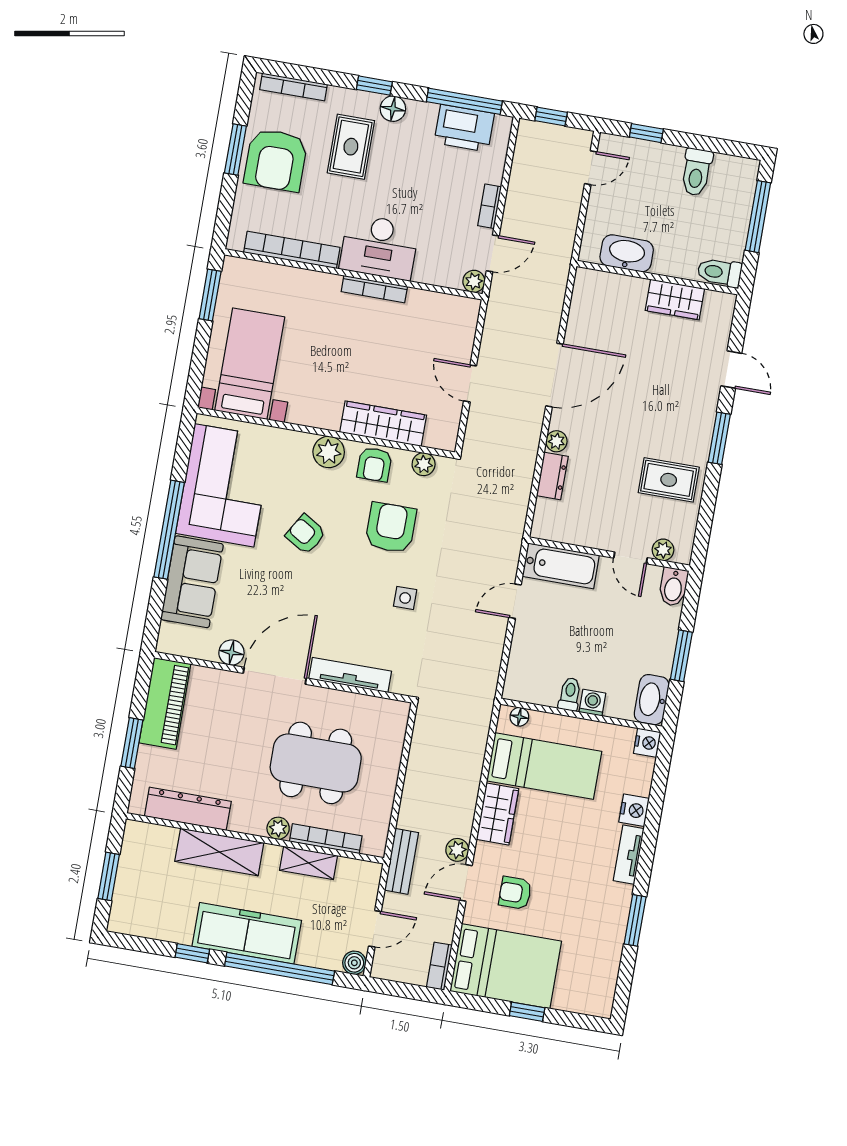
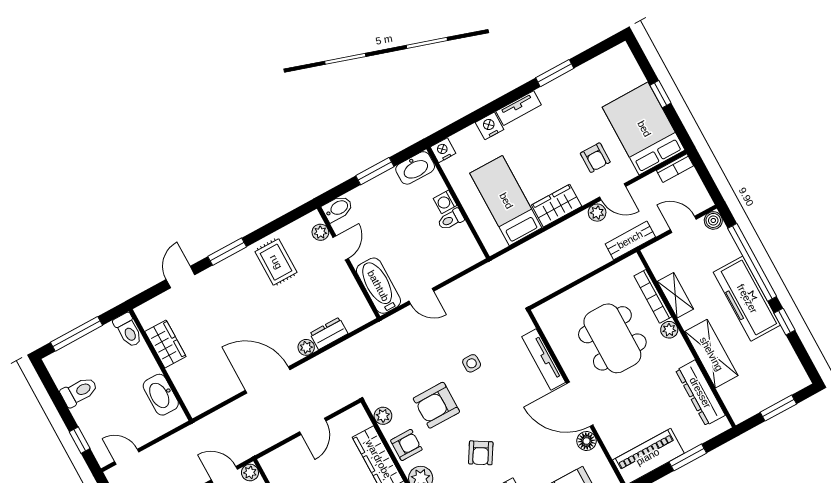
floor lamp: (519, 717) -> (488, 239), removed

